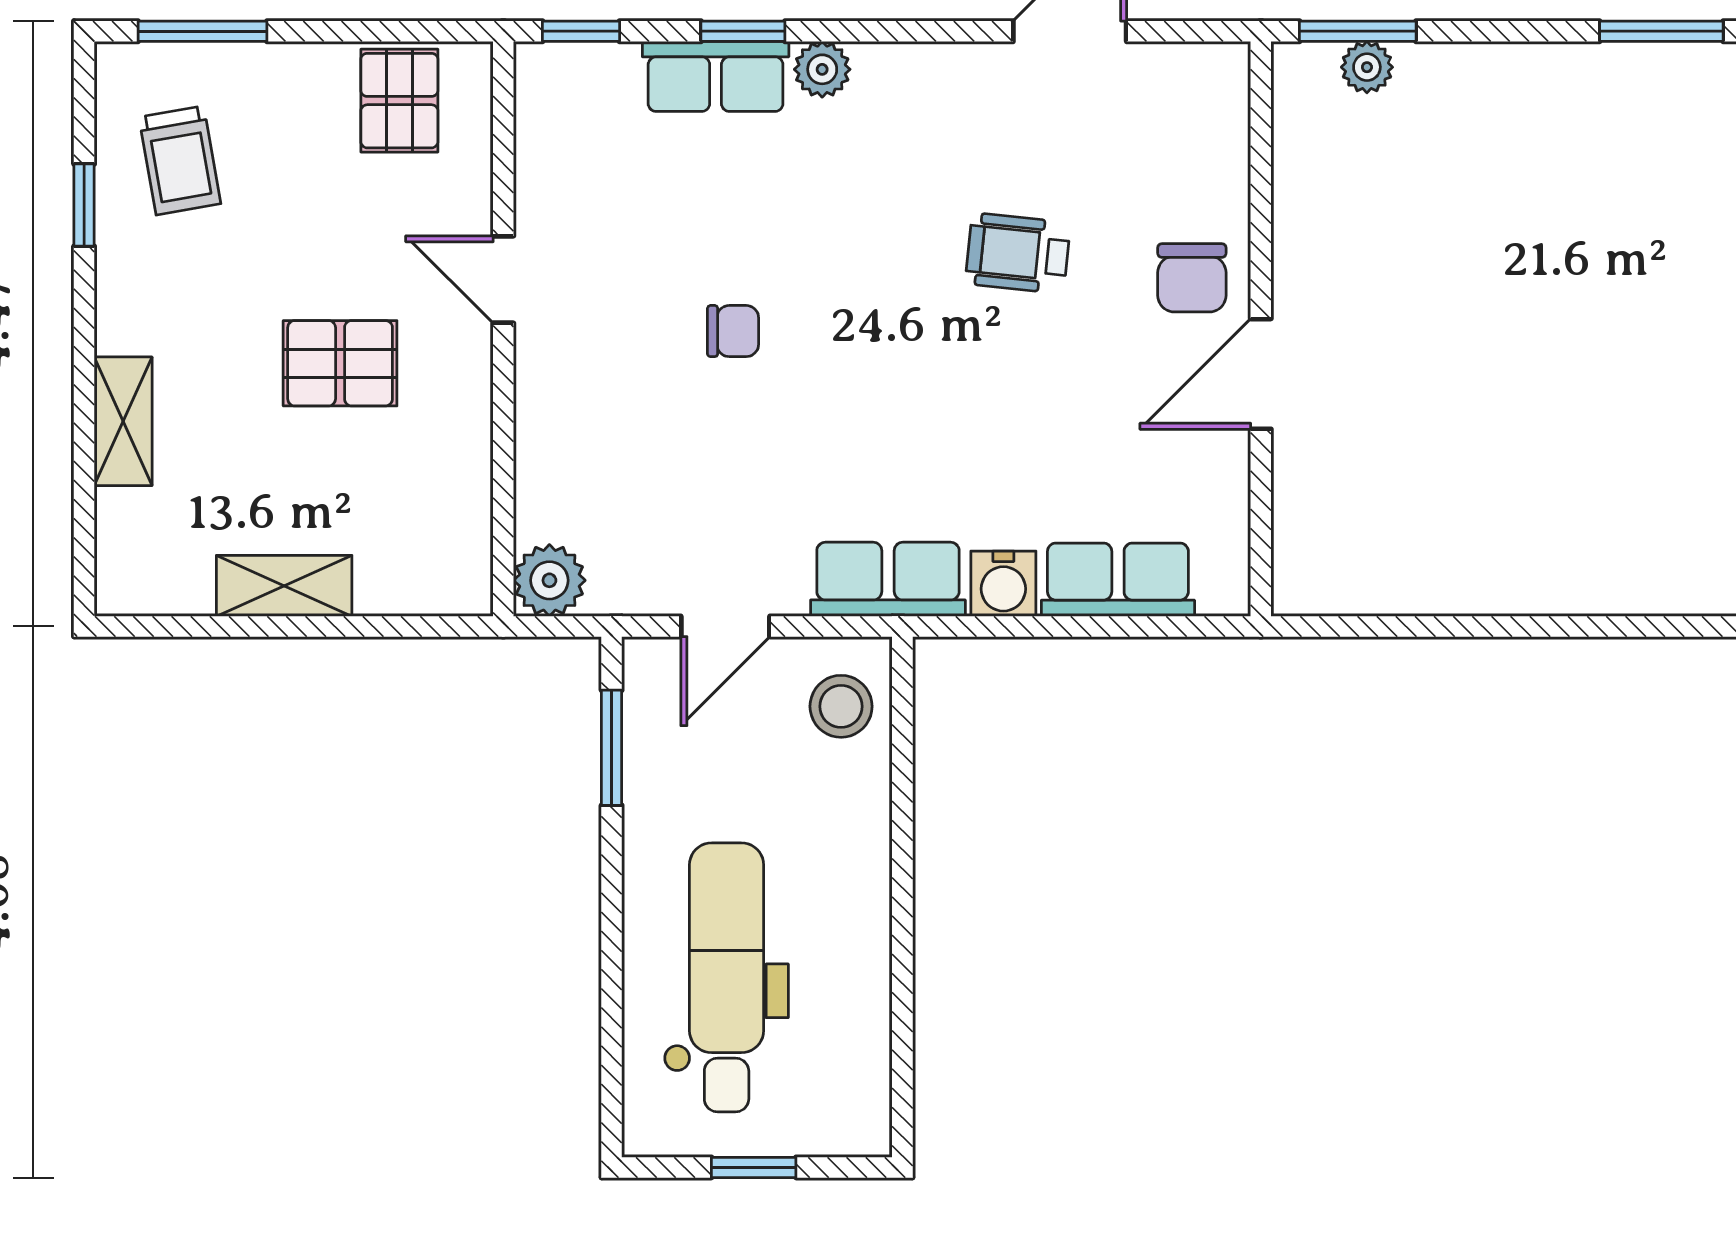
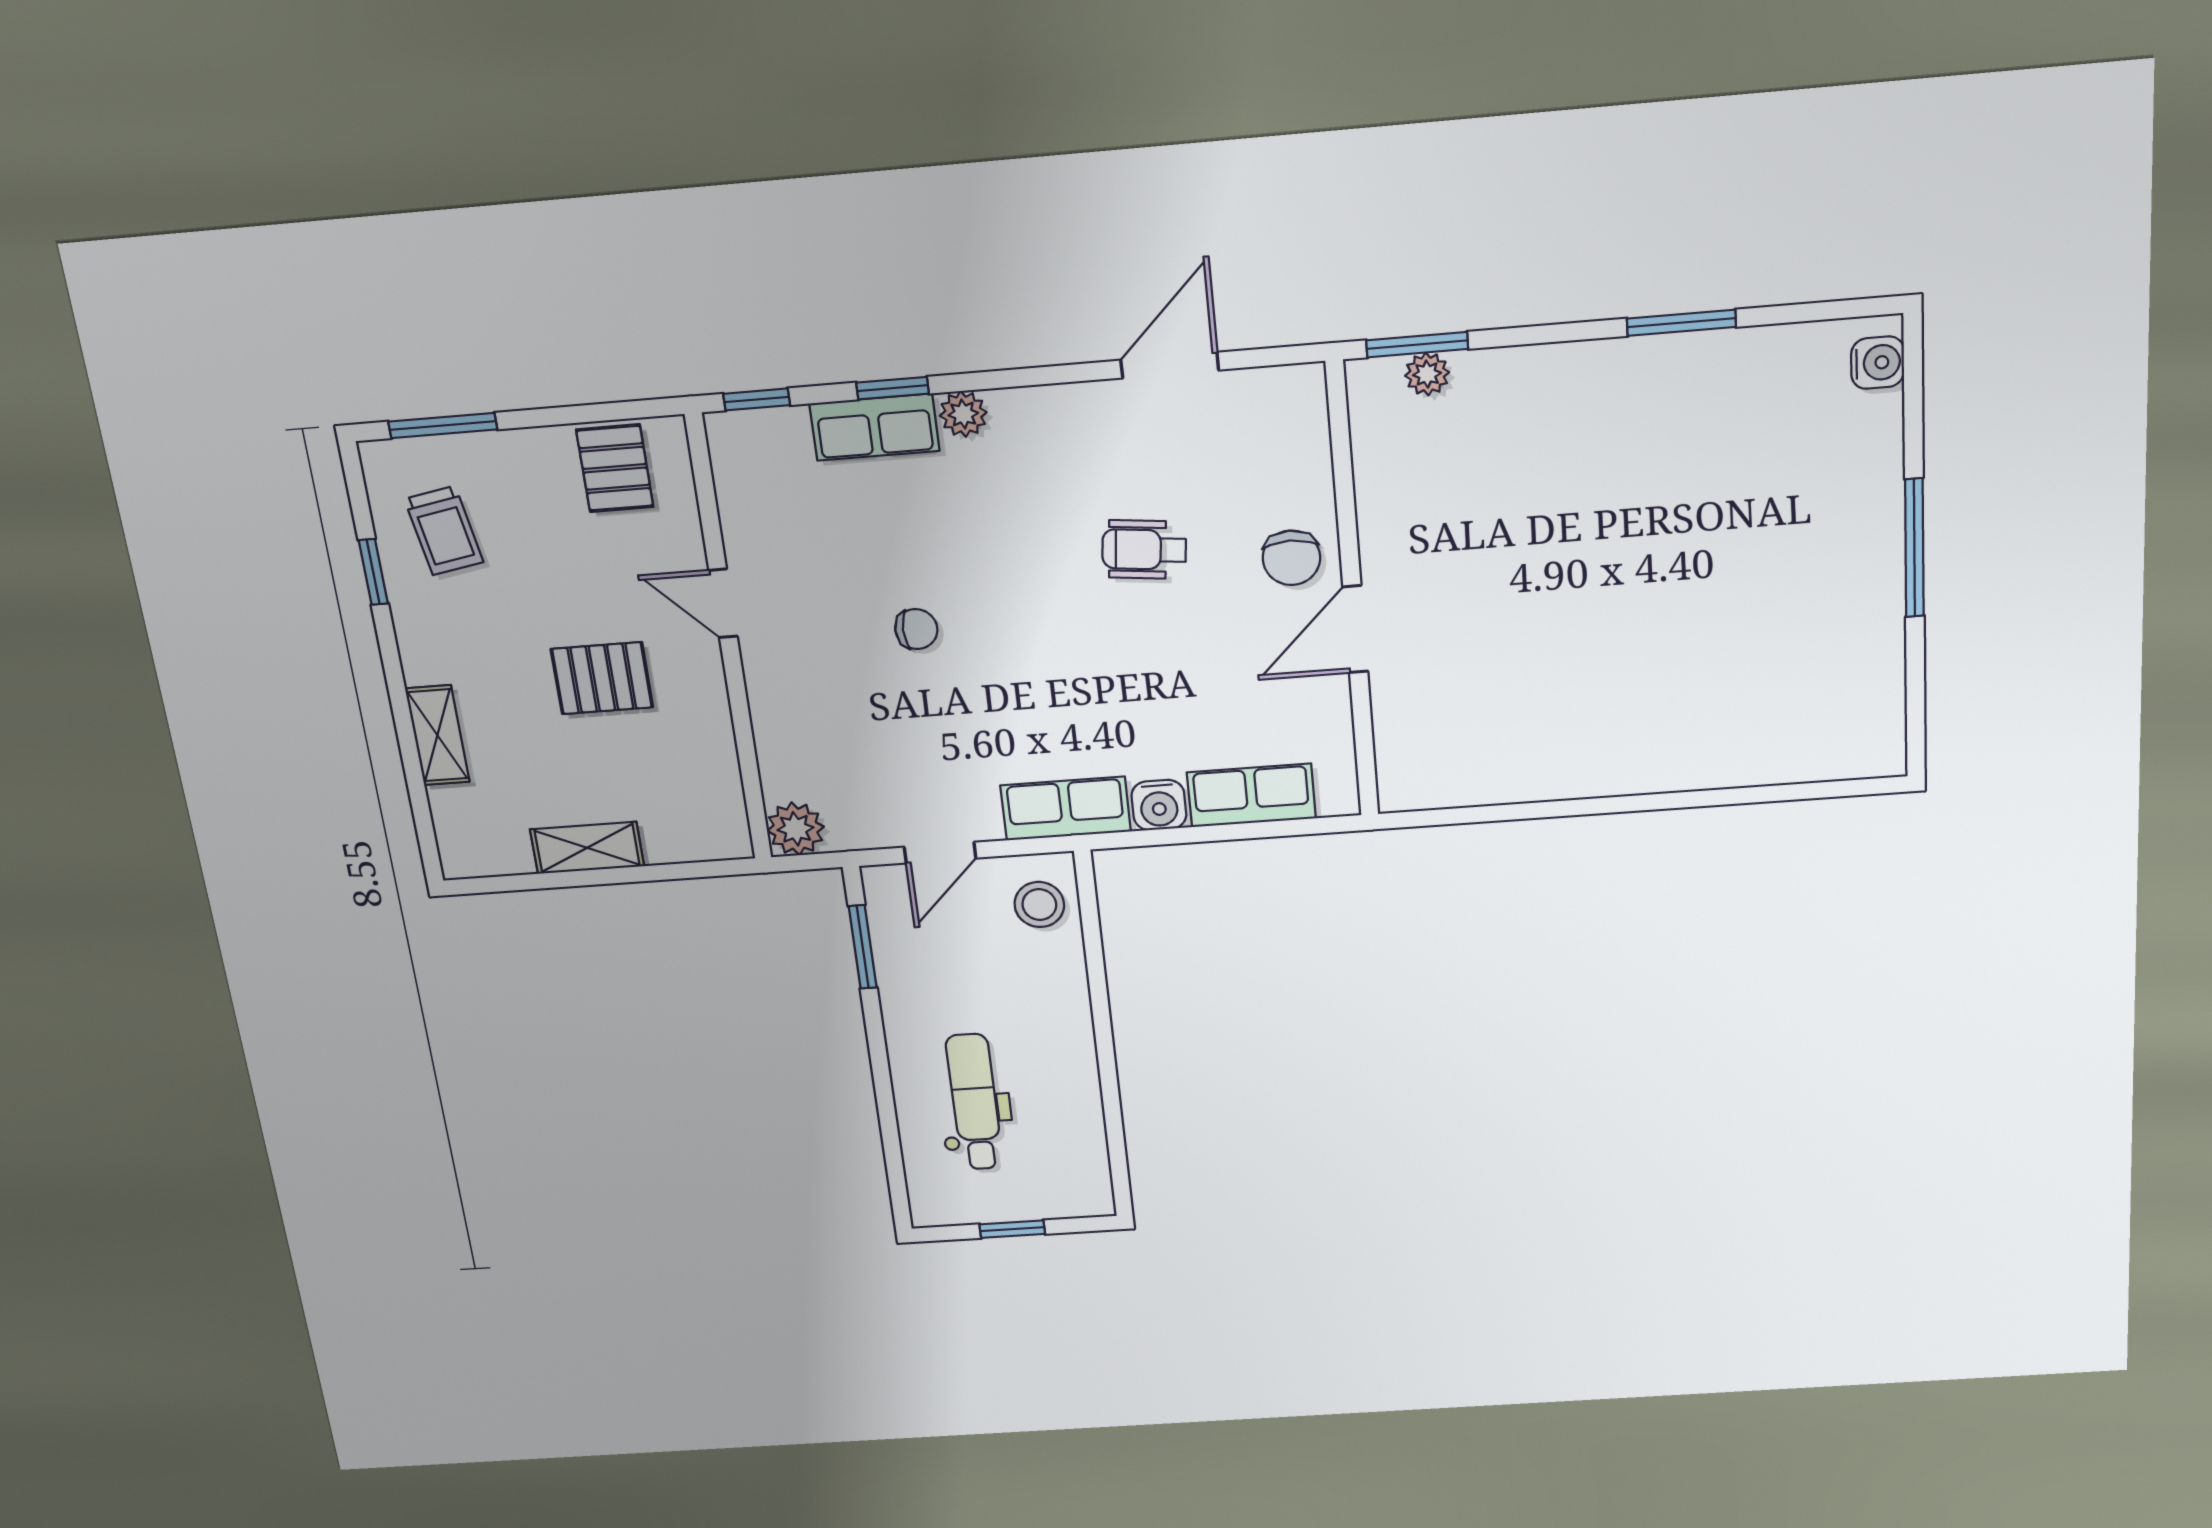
dental chair: (727, 977) -> (974, 1102), width x0.73, depth x0.72

